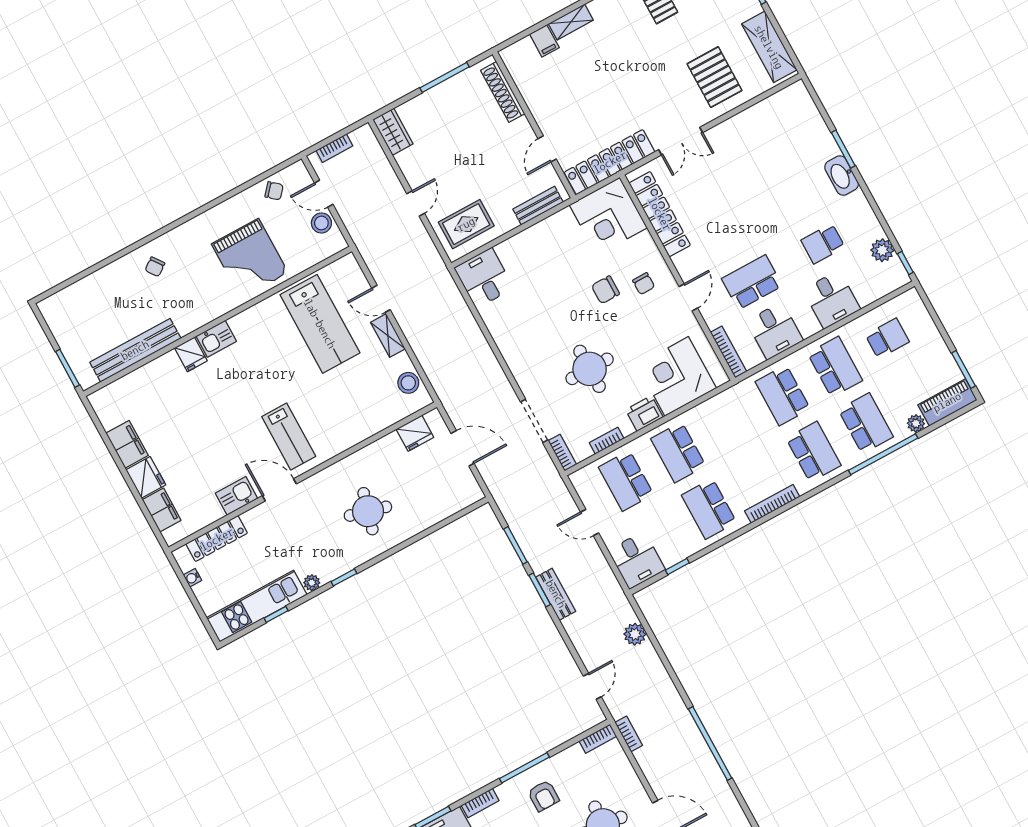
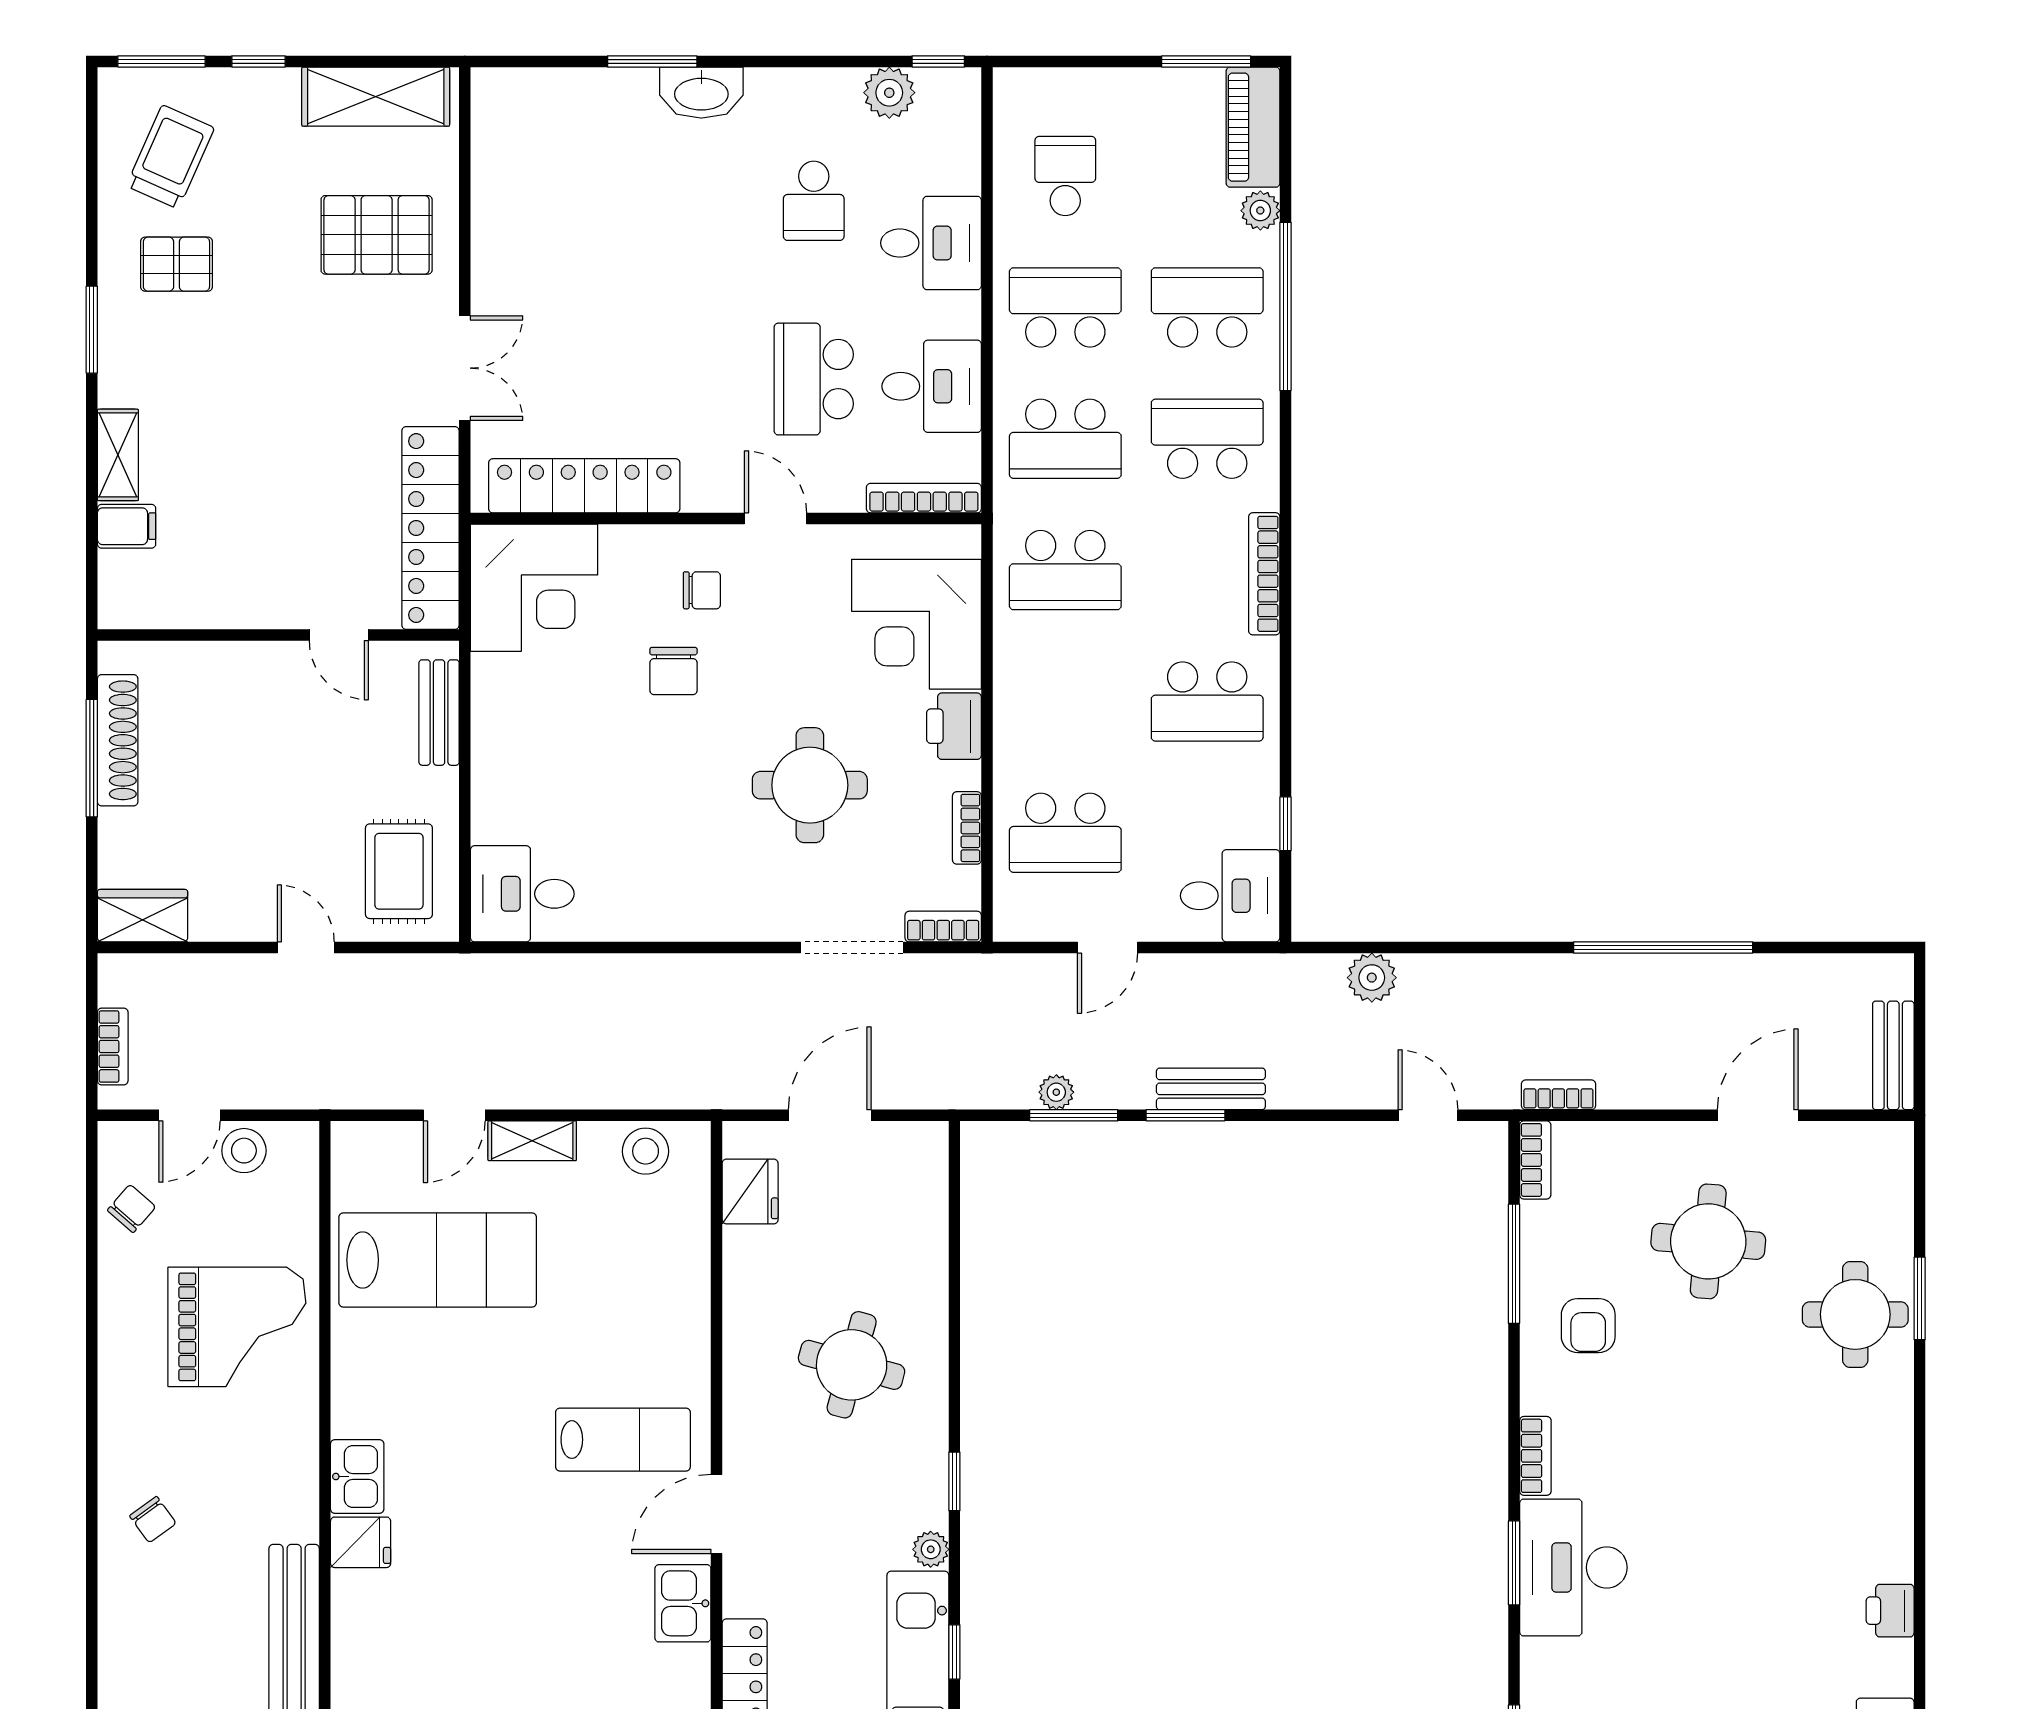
shoe rack: (503, 92) -> (118, 740), moved, turned -90
school desk: (678, 452) -> (1065, 570), moved
plant: (521, 534) -> (1056, 1092), added
window: (524, 768) -> (1514, 1264), moved
armchair: (543, 796) -> (1588, 1326), turned 90

